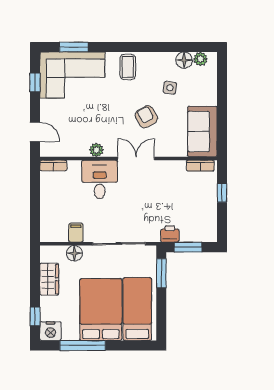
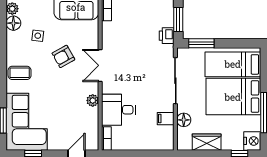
desk: (100, 179) -> (119, 110), moved

